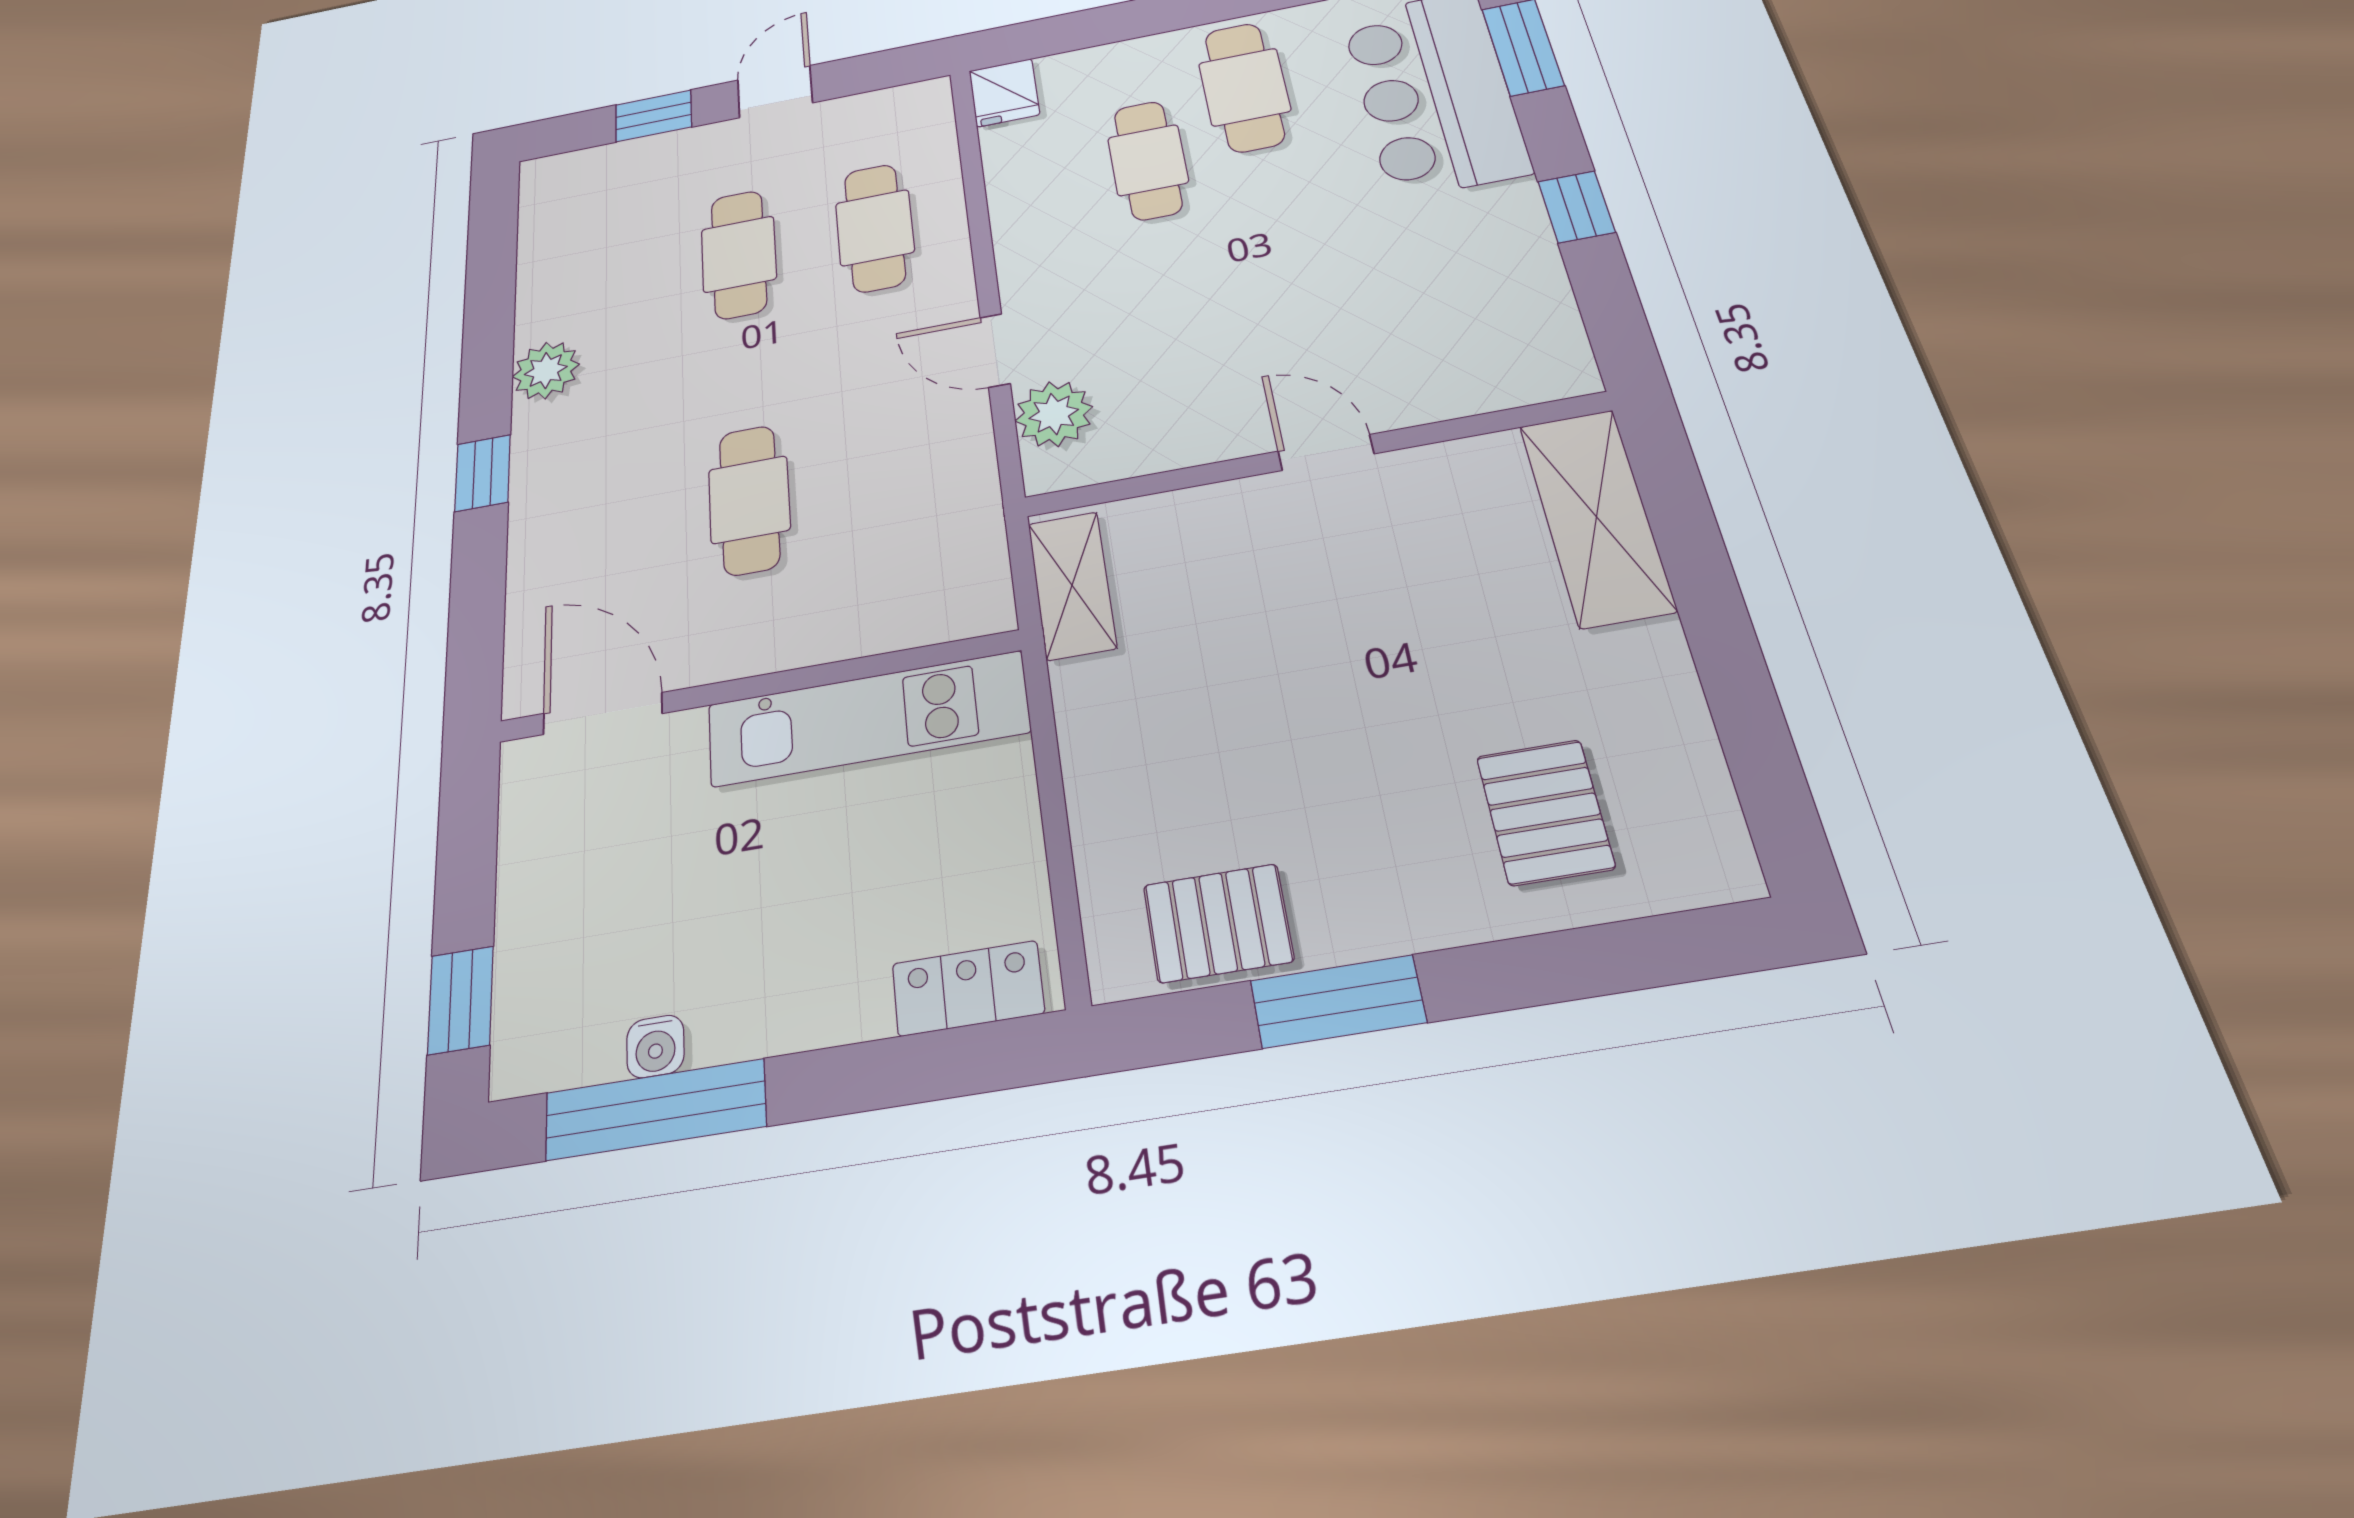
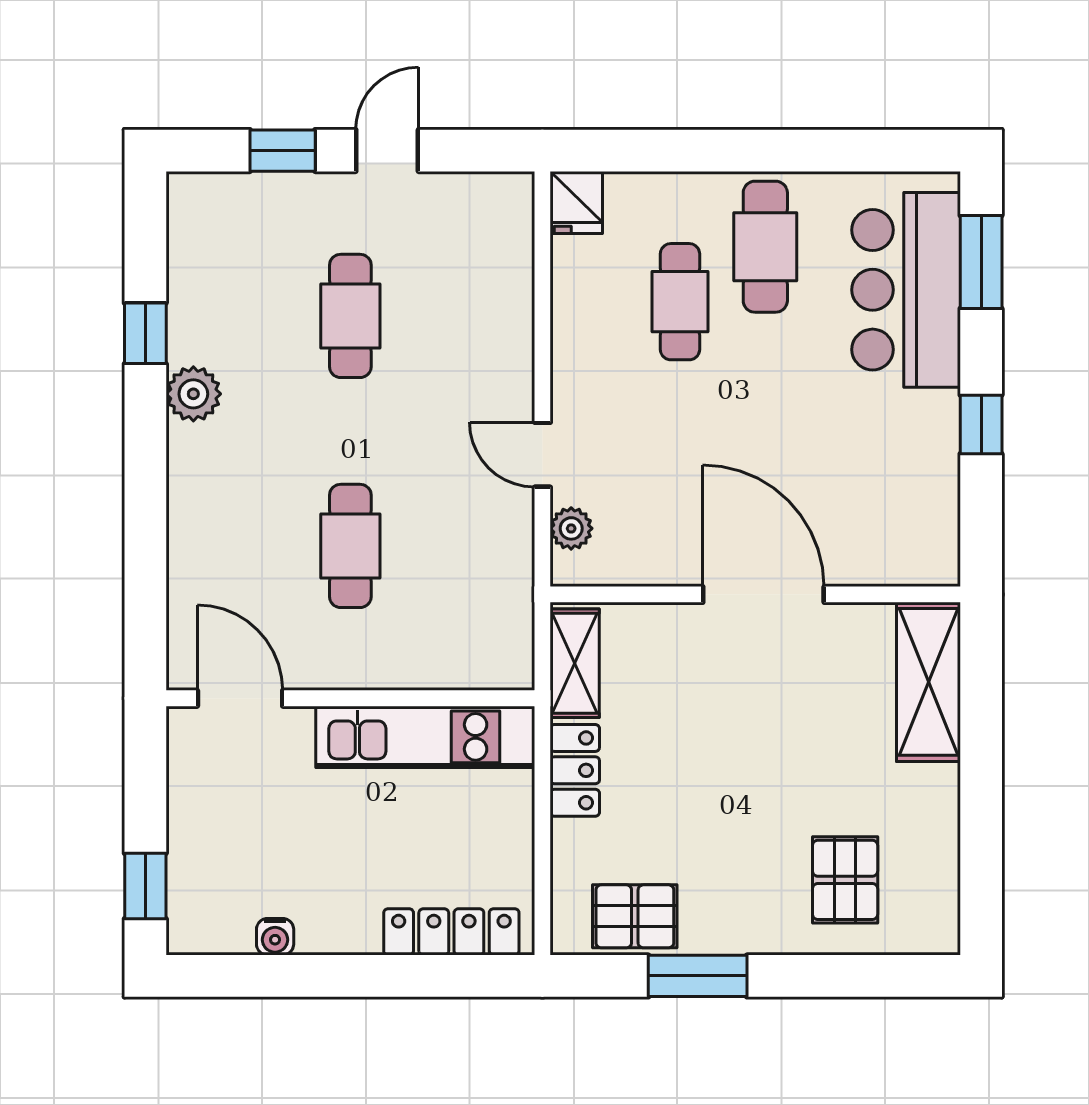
cafe table: (875, 228) -> (461, 316), removed
plant: (1054, 414) -> (571, 528), width x0.73, depth x0.73
door: (1326, 453) -> (763, 594), width x1.88
window: (483, 473) -> (145, 333), moved
locker: (1092, 726) -> (575, 770), added
locker: (968, 988) -> (451, 932), width x1.53
window: (655, 1110) -> (275, 976), removed

